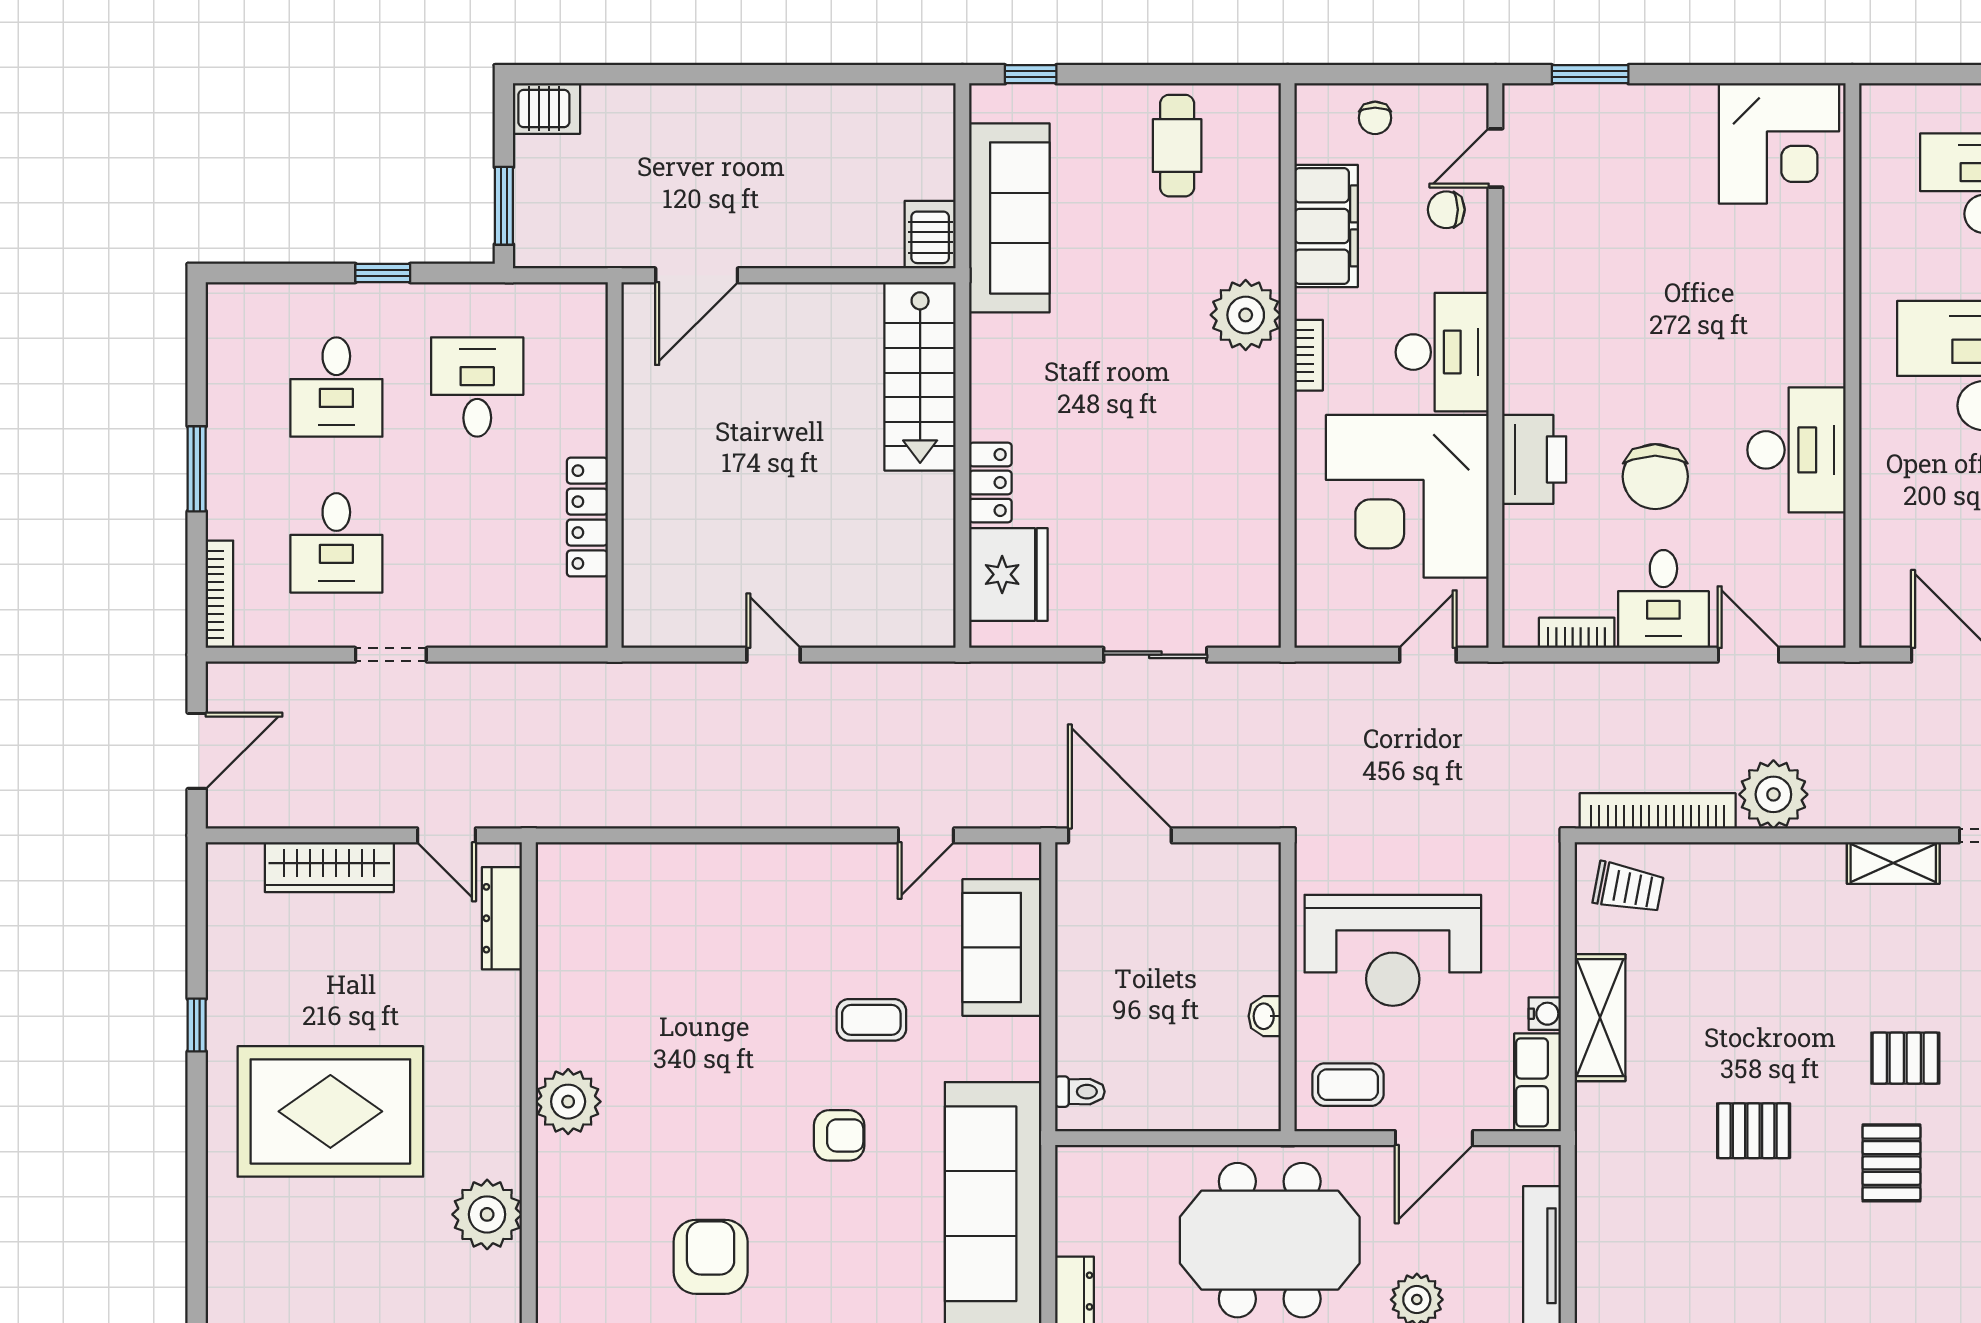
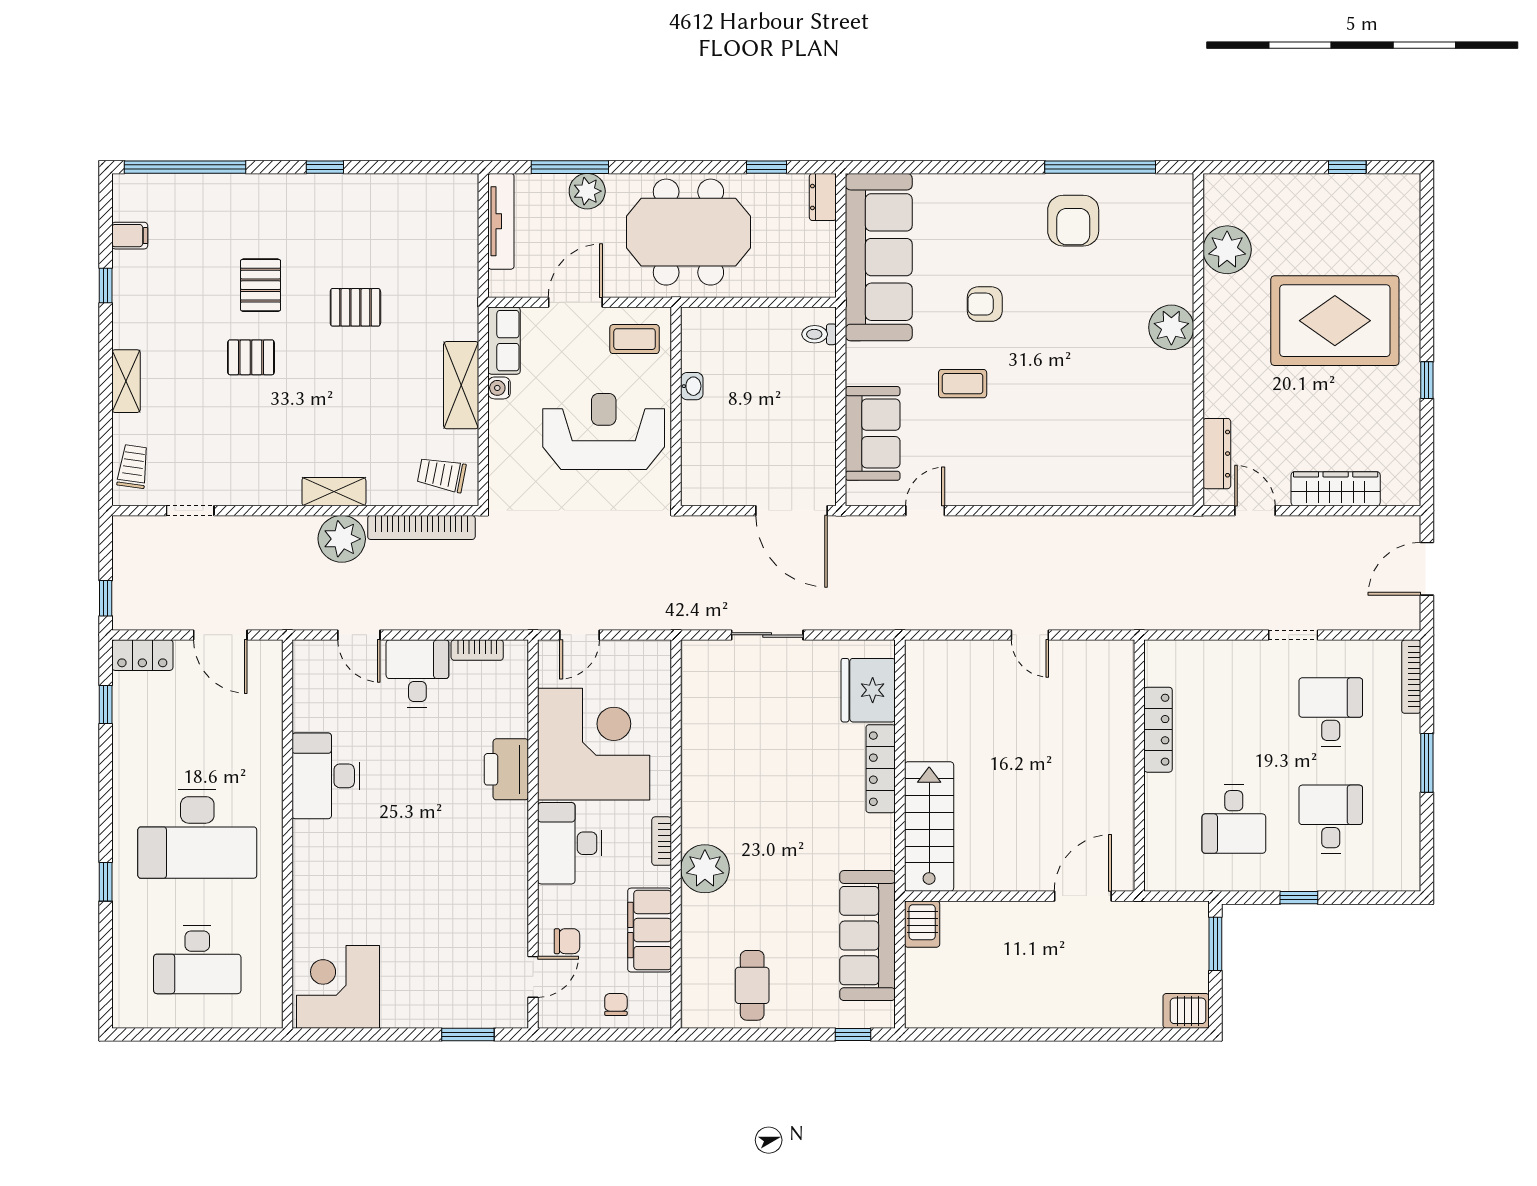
chair: (1655, 477) -> (423, 758), removed
locker: (990, 483) -> (881, 769), width x1.53
shelving: (1893, 863) -> (334, 492), moved

